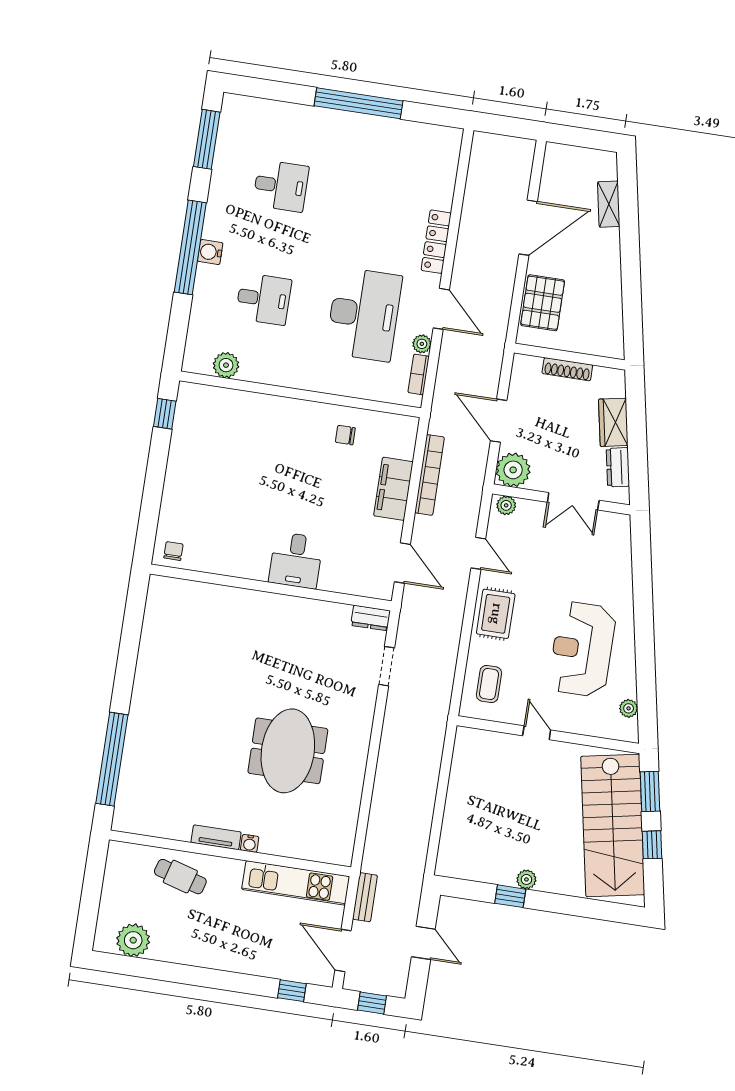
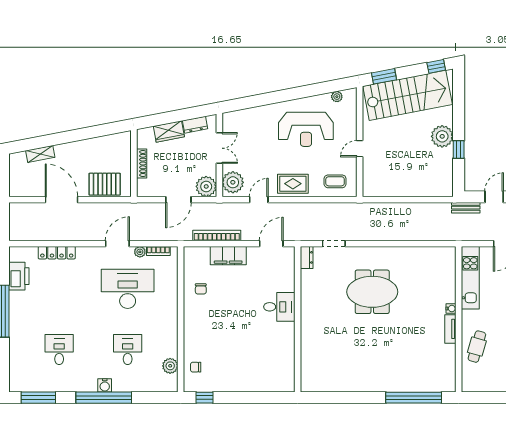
printer: (412, 138) -> (19, 276), added
locker: (436, 242) -> (57, 253), moved
plant: (506, 505) -> (233, 182), width x1.88, depth x1.88
chair: (173, 551) -> (196, 367), moved
meeting table: (288, 751) -> (372, 292), moved
window: (652, 845) -> (436, 66), moved
plant: (526, 879) -> (442, 136), width x1.88, depth x1.88
bench: (365, 897) -> (466, 208), moved

